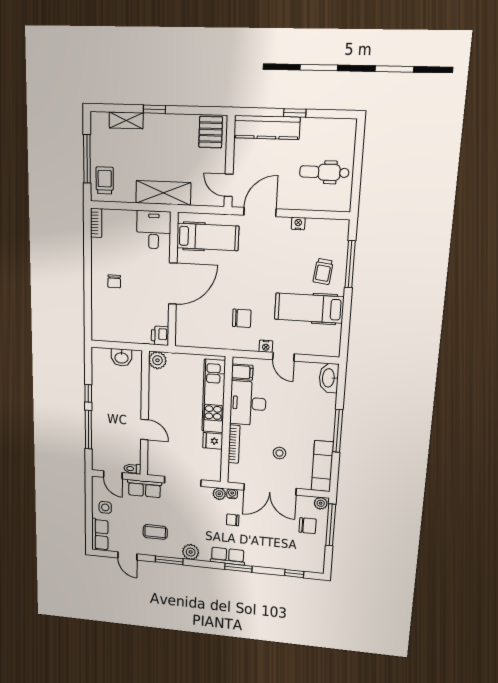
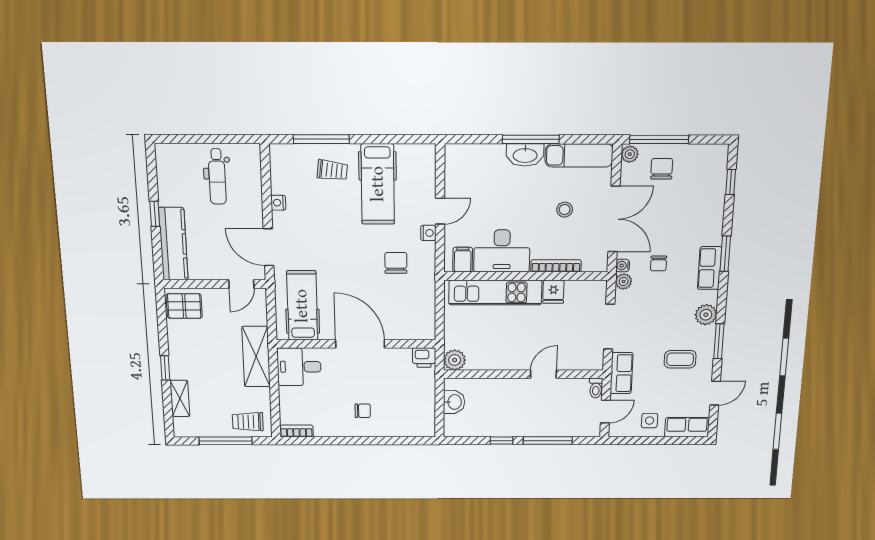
washbasin: (329, 378) -> (525, 155), moved
coffee table: (155, 532) -> (680, 359), turned 90

